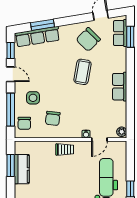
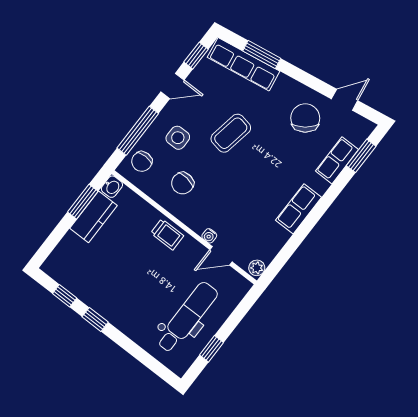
row of seats: (120, 33) -> (337, 160), moved
chair: (88, 39) -> (305, 118), turned 98
coffee table: (82, 72) -> (231, 133), moved
door: (11, 74) -> (172, 86), hinge flipped
washbasin: (19, 147) -> (112, 187), added

